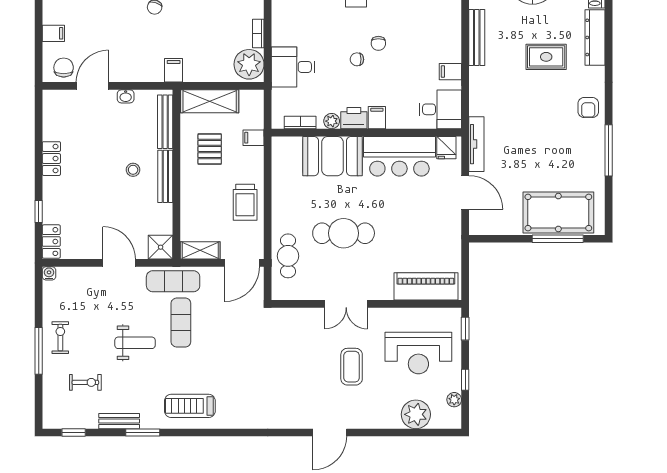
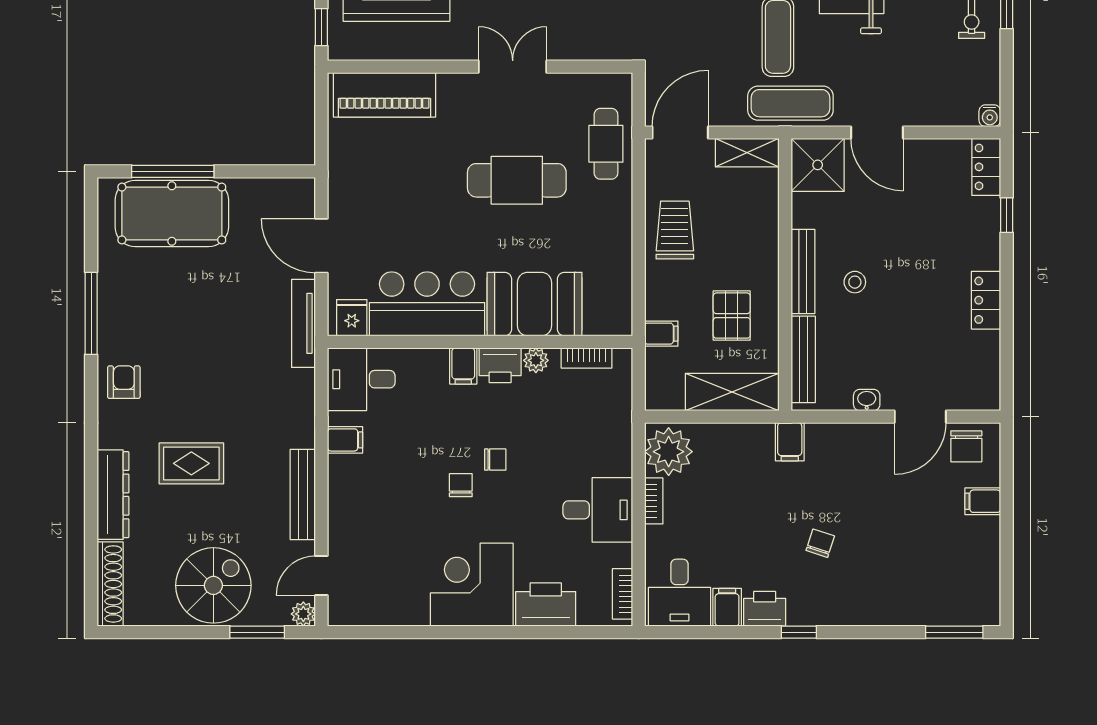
desk: (293, 67) -> (598, 510), moved
shower: (161, 247) -> (818, 165), width x1.36, depth x1.36

